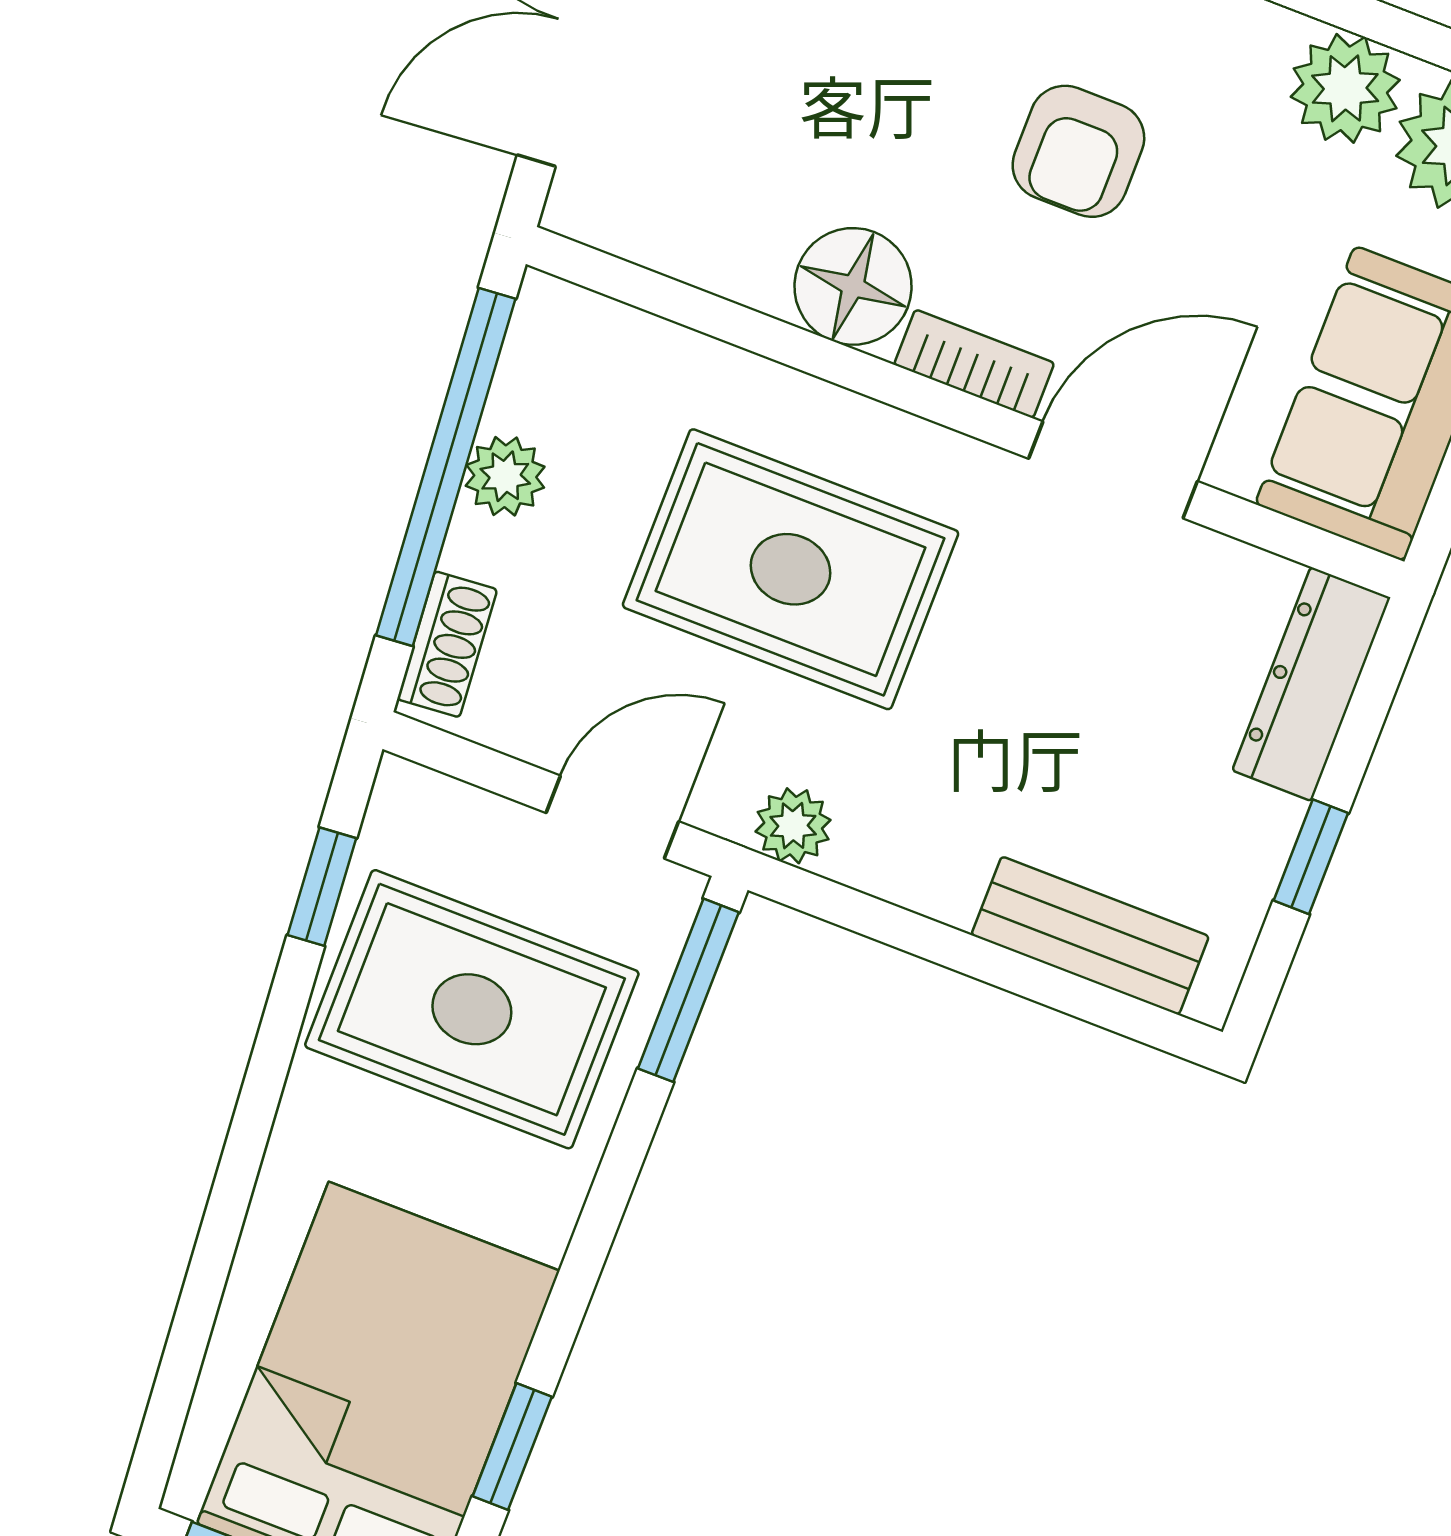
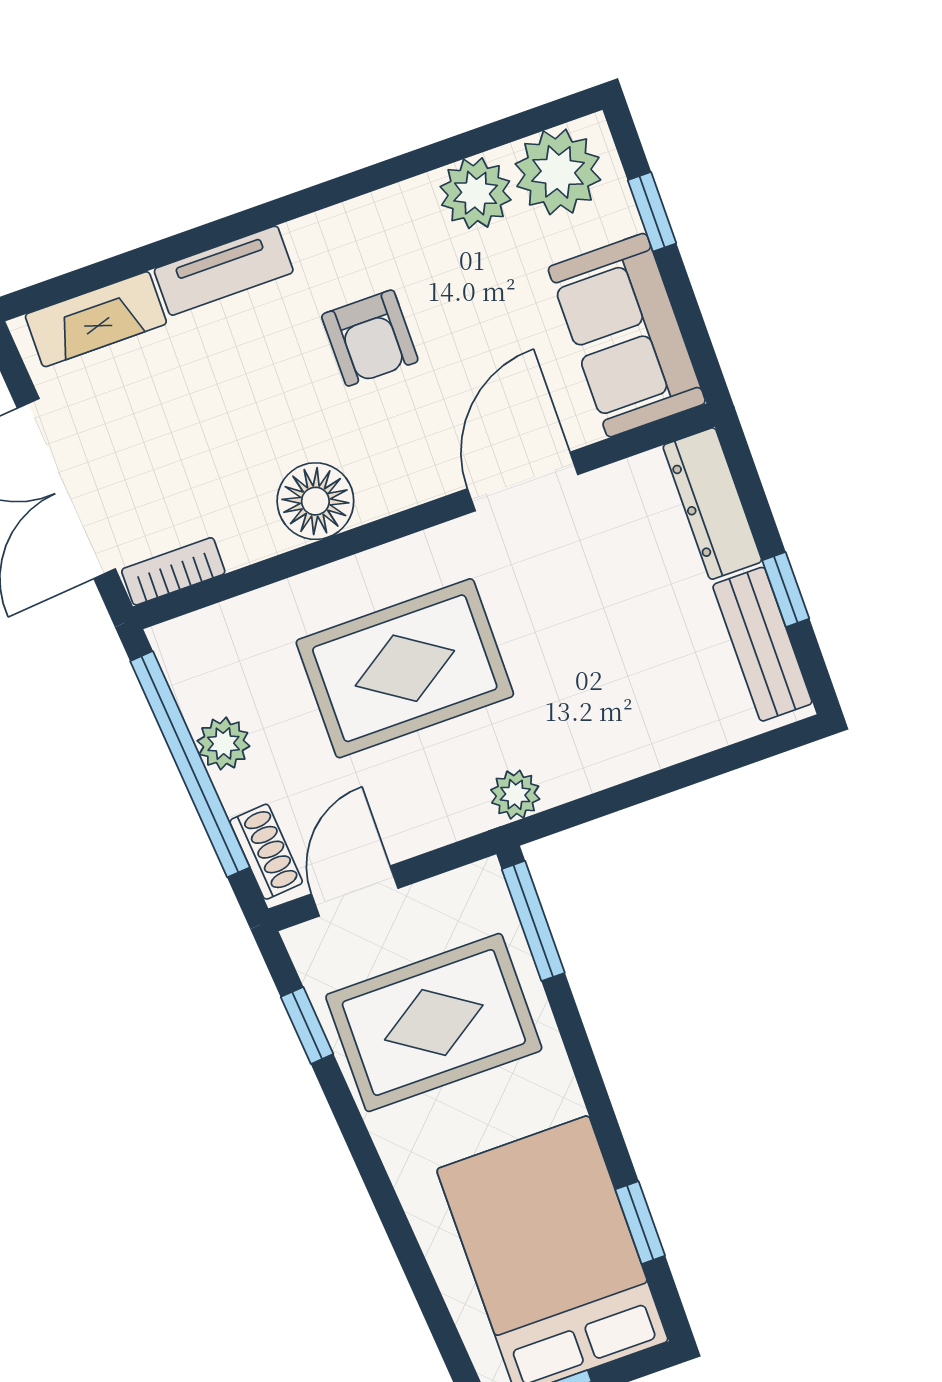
bookcase: (974, 364) -> (173, 571), moved
door: (612, 817) -> (355, 891), moved
bench: (1090, 936) -> (762, 644), moved, turned 90

